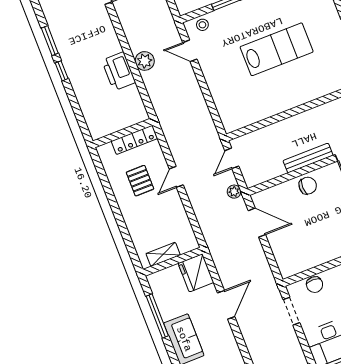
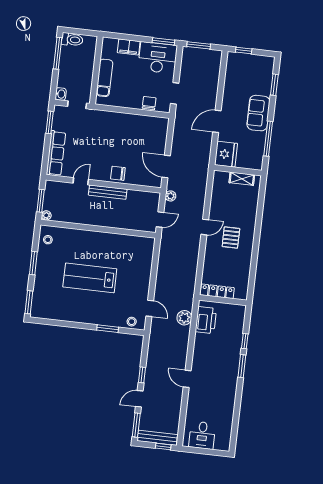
wall: (123, 133) -> (223, 300), moved
locker: (134, 140) -> (217, 291), moved

